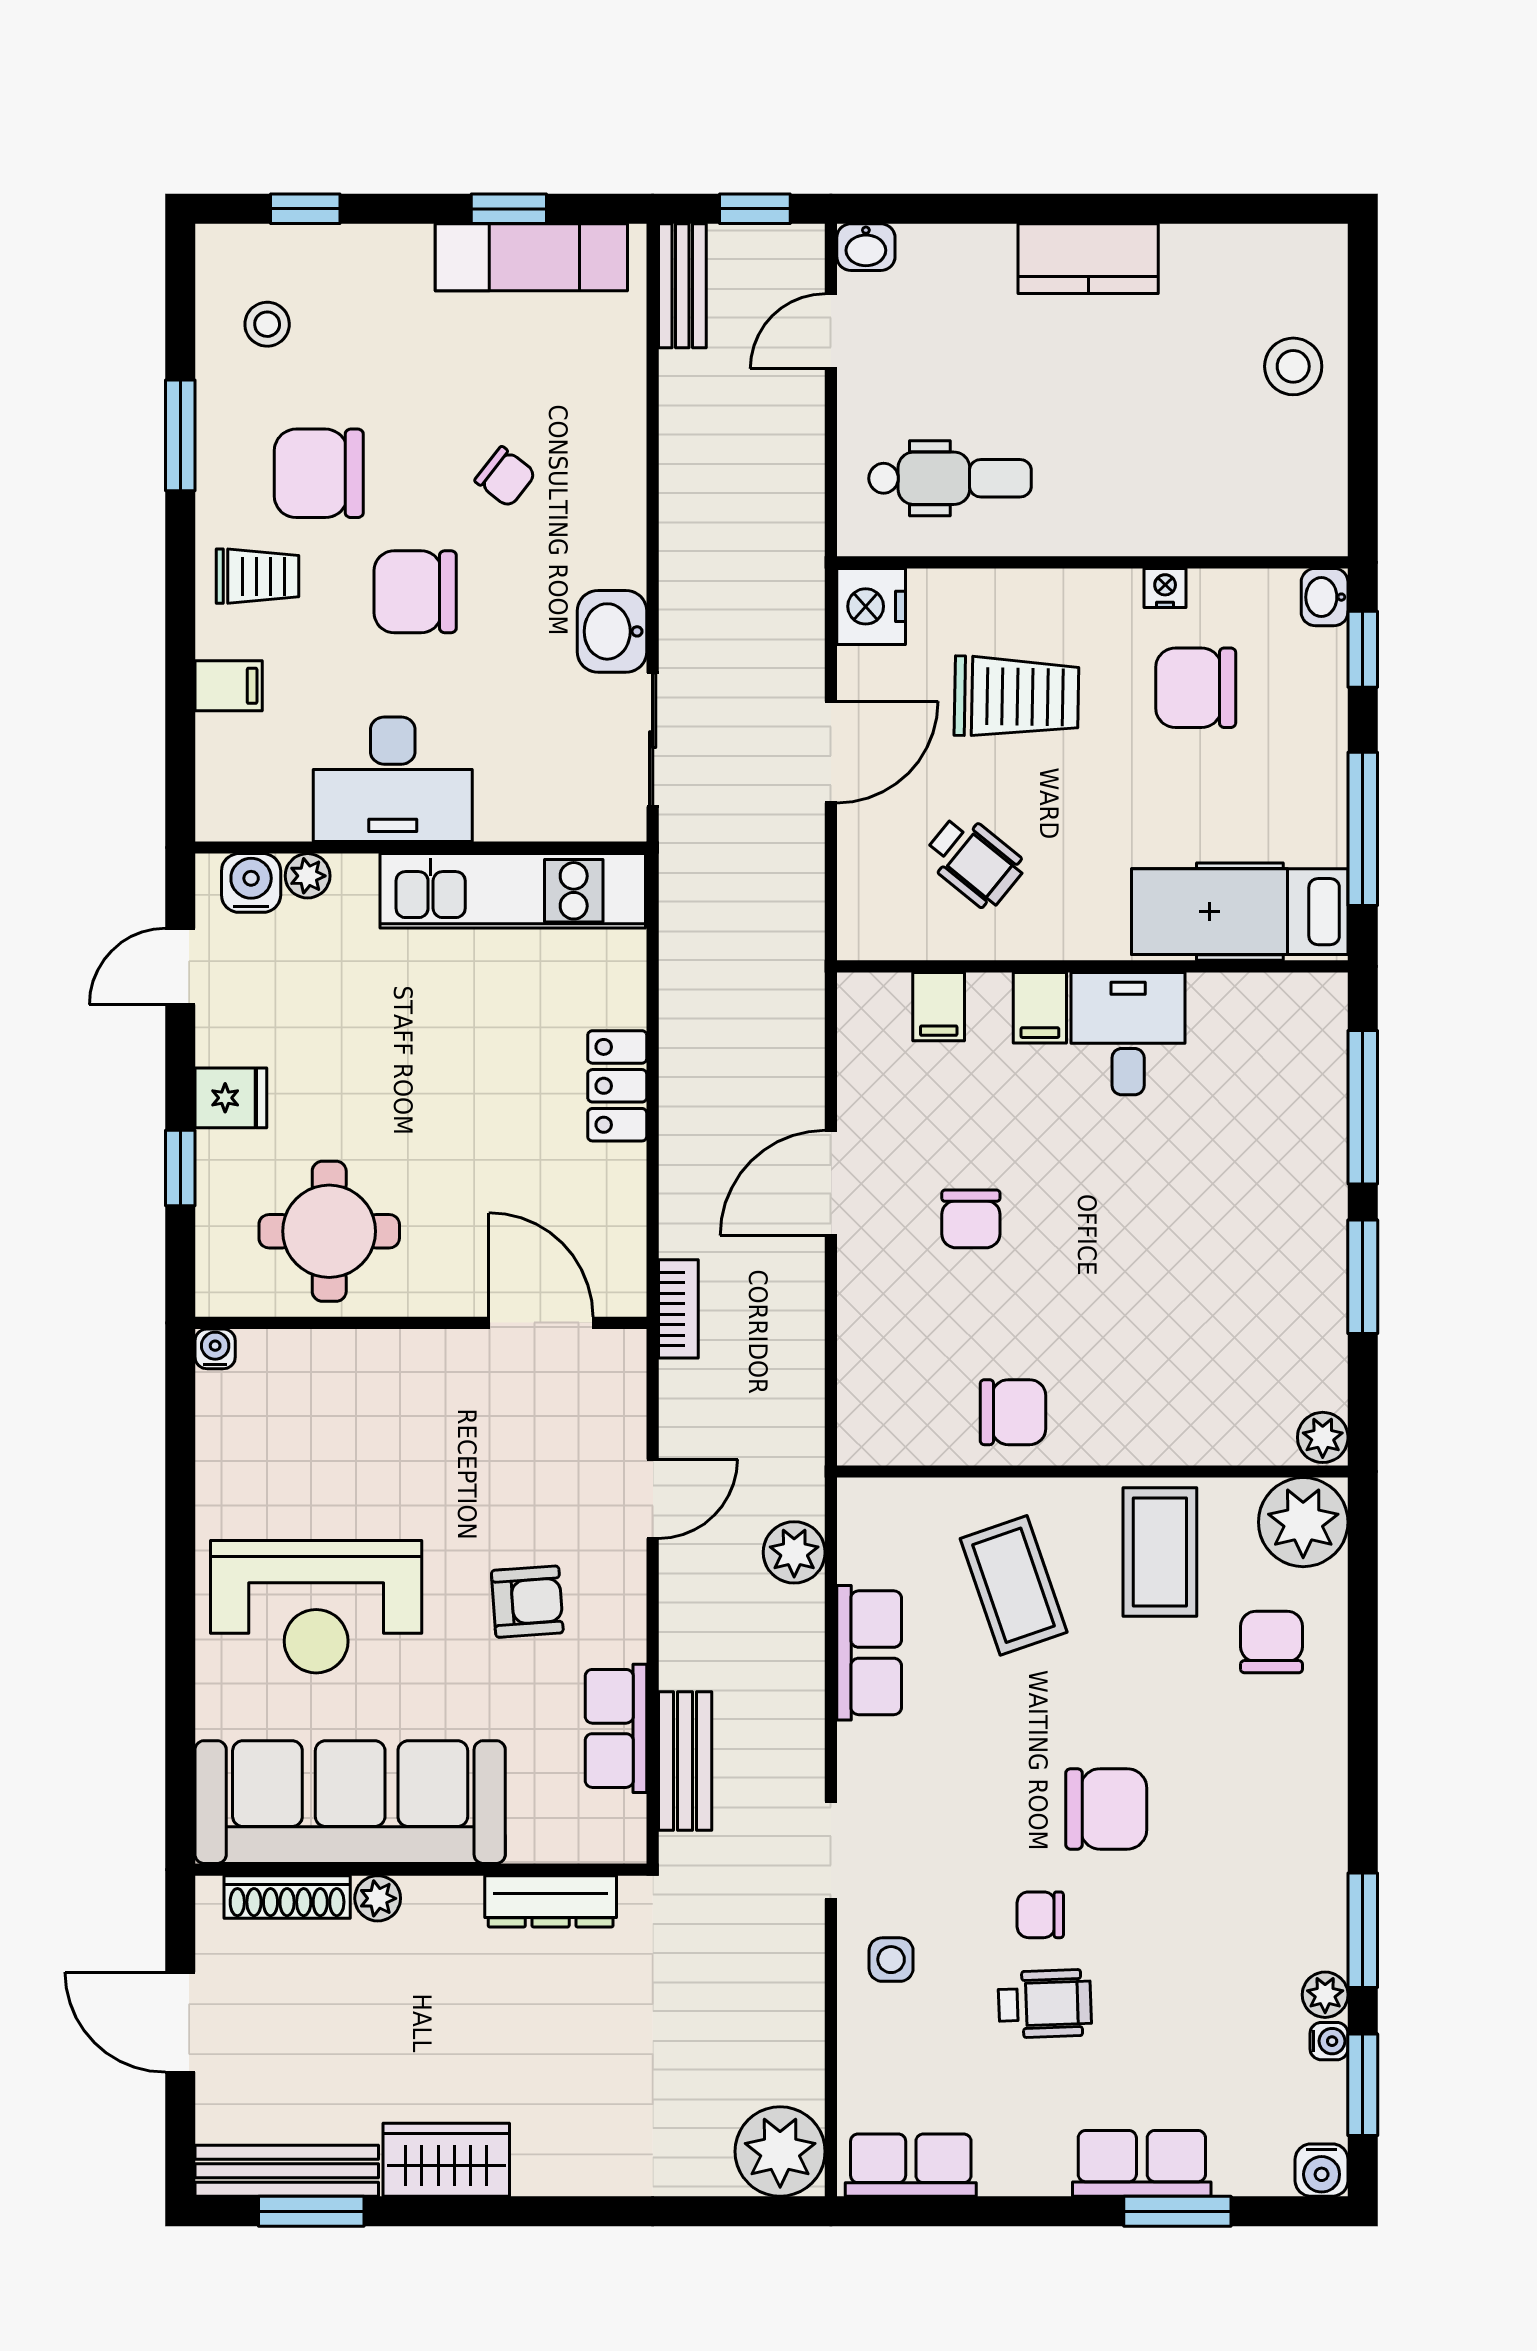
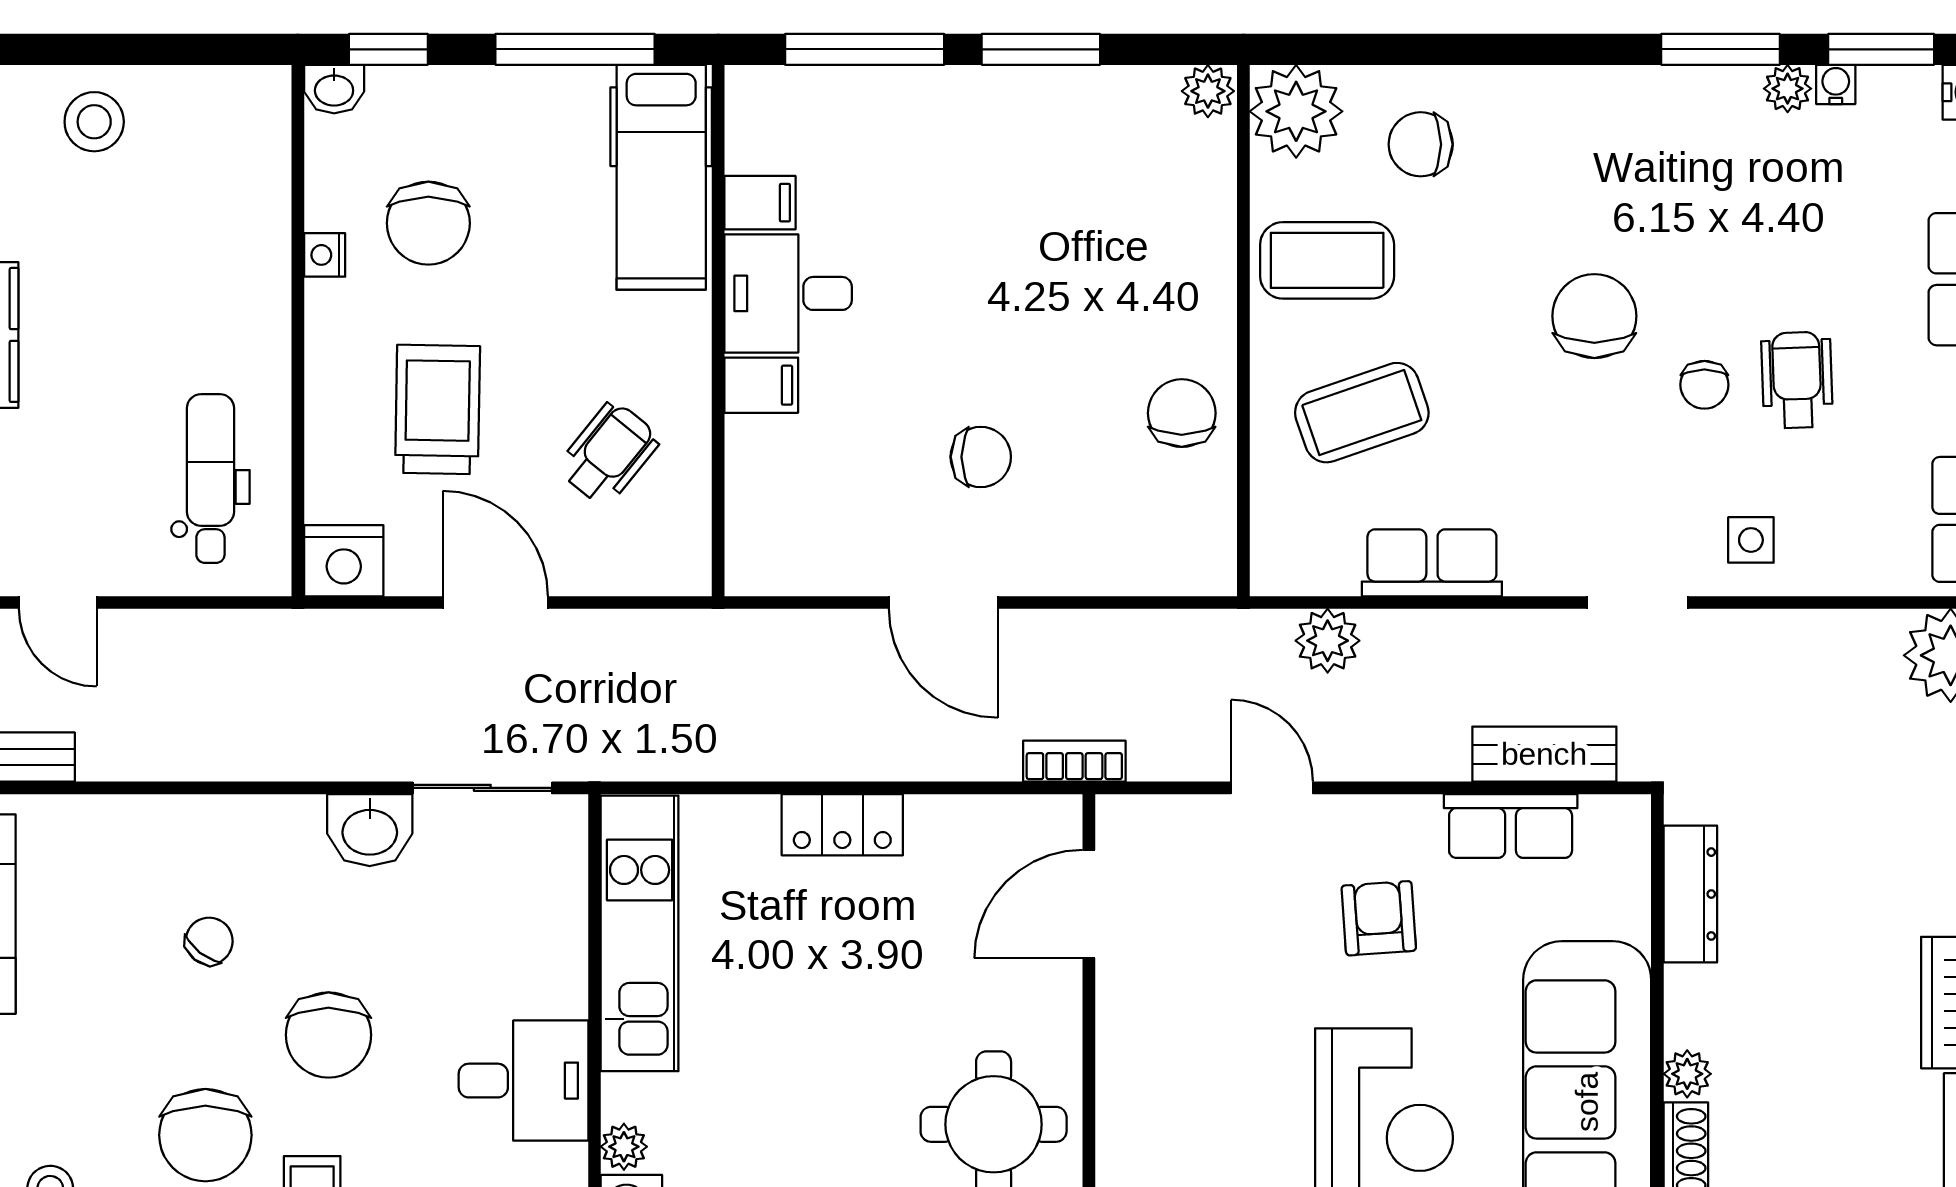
desk: (393, 779) -> (524, 1081), width x0.73
filing cabinet: (939, 1007) -> (760, 203), moved

